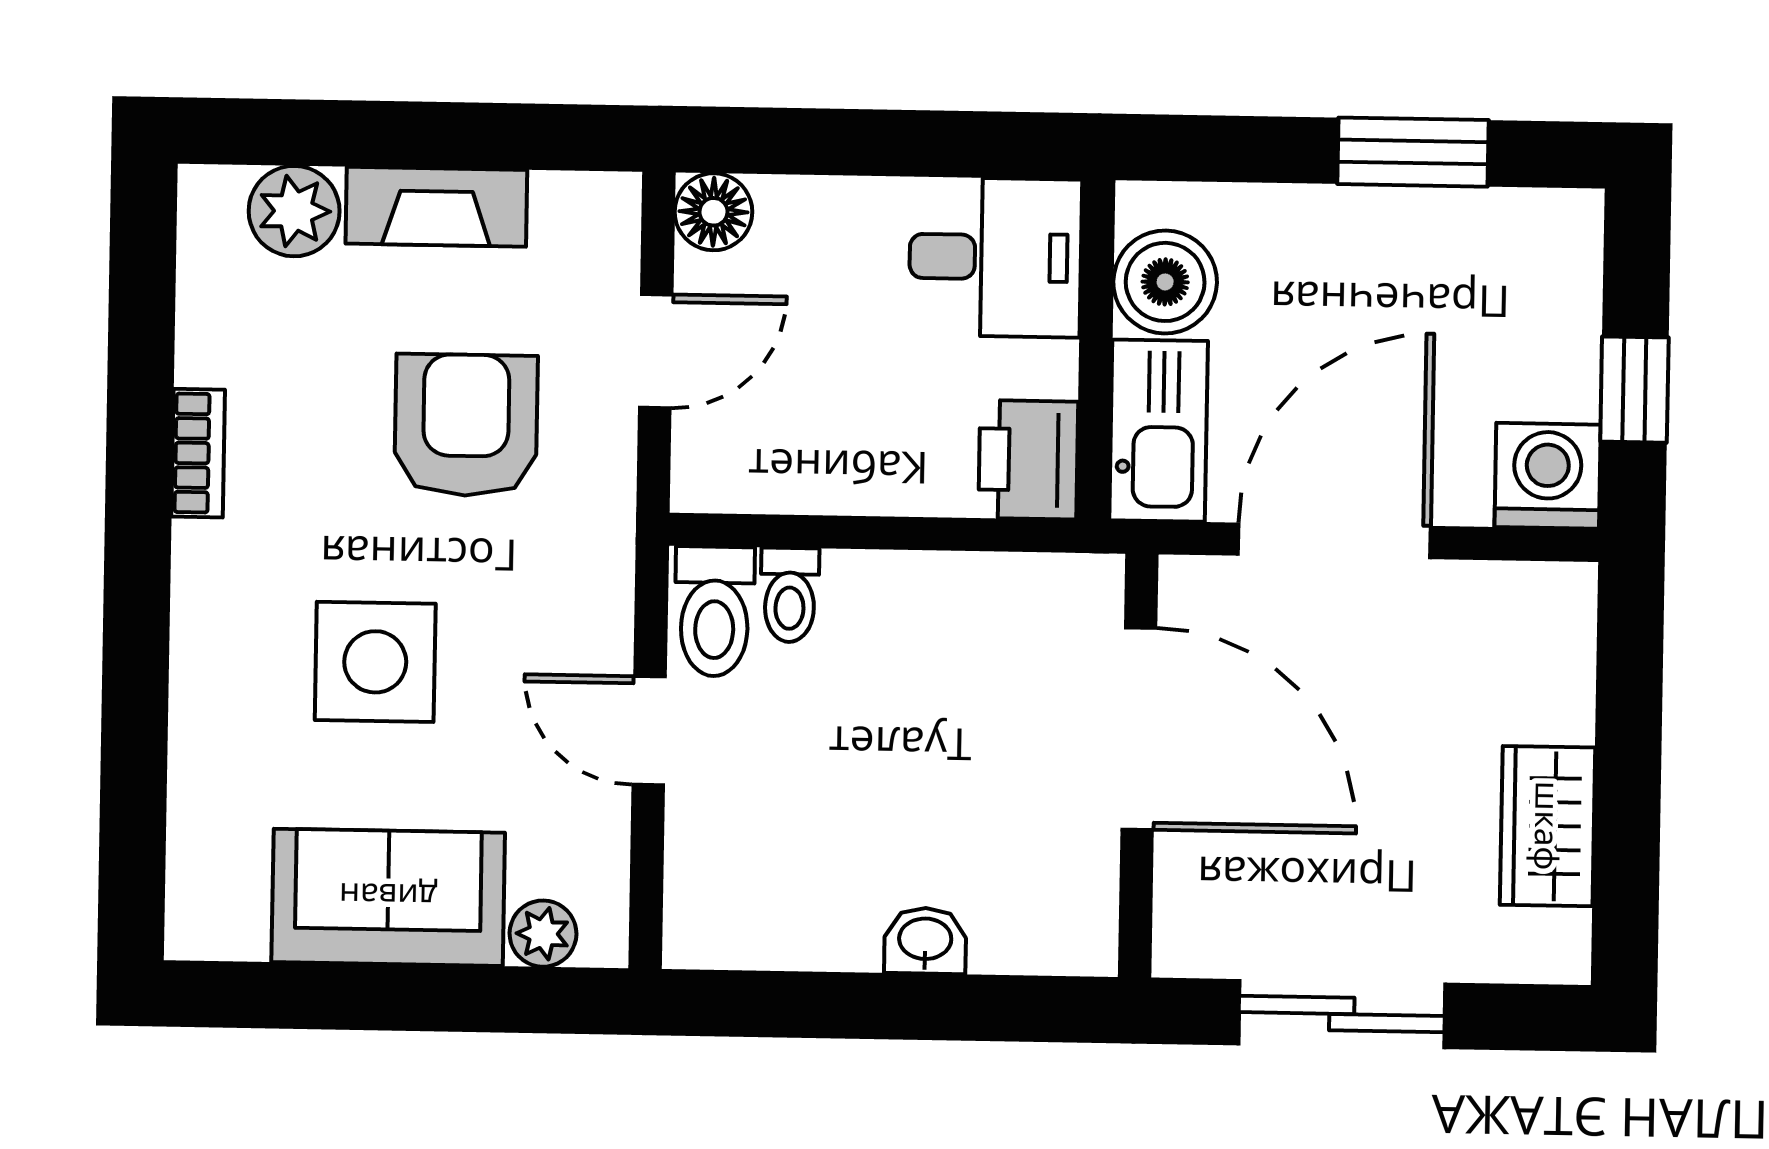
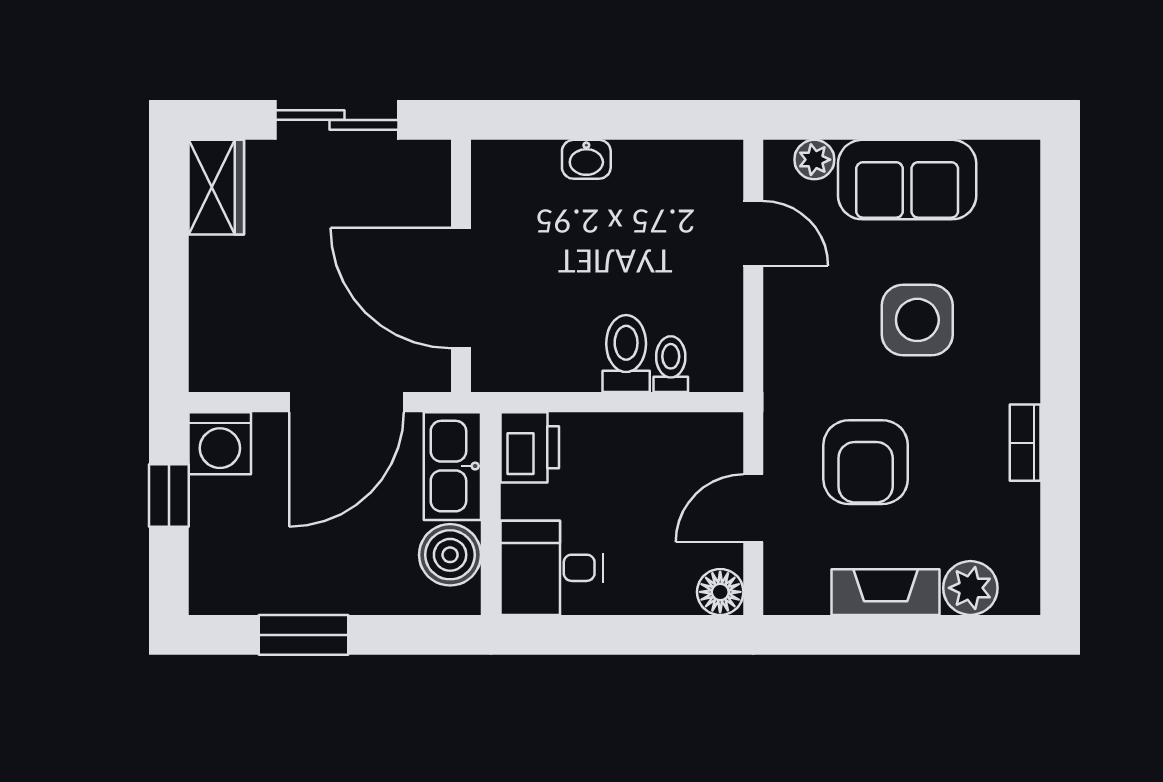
toilet: (714, 611) -> (626, 354), moved
door: (649, 731) -> (753, 233), moved
wardrobe: (1548, 826) -> (216, 187), moved

